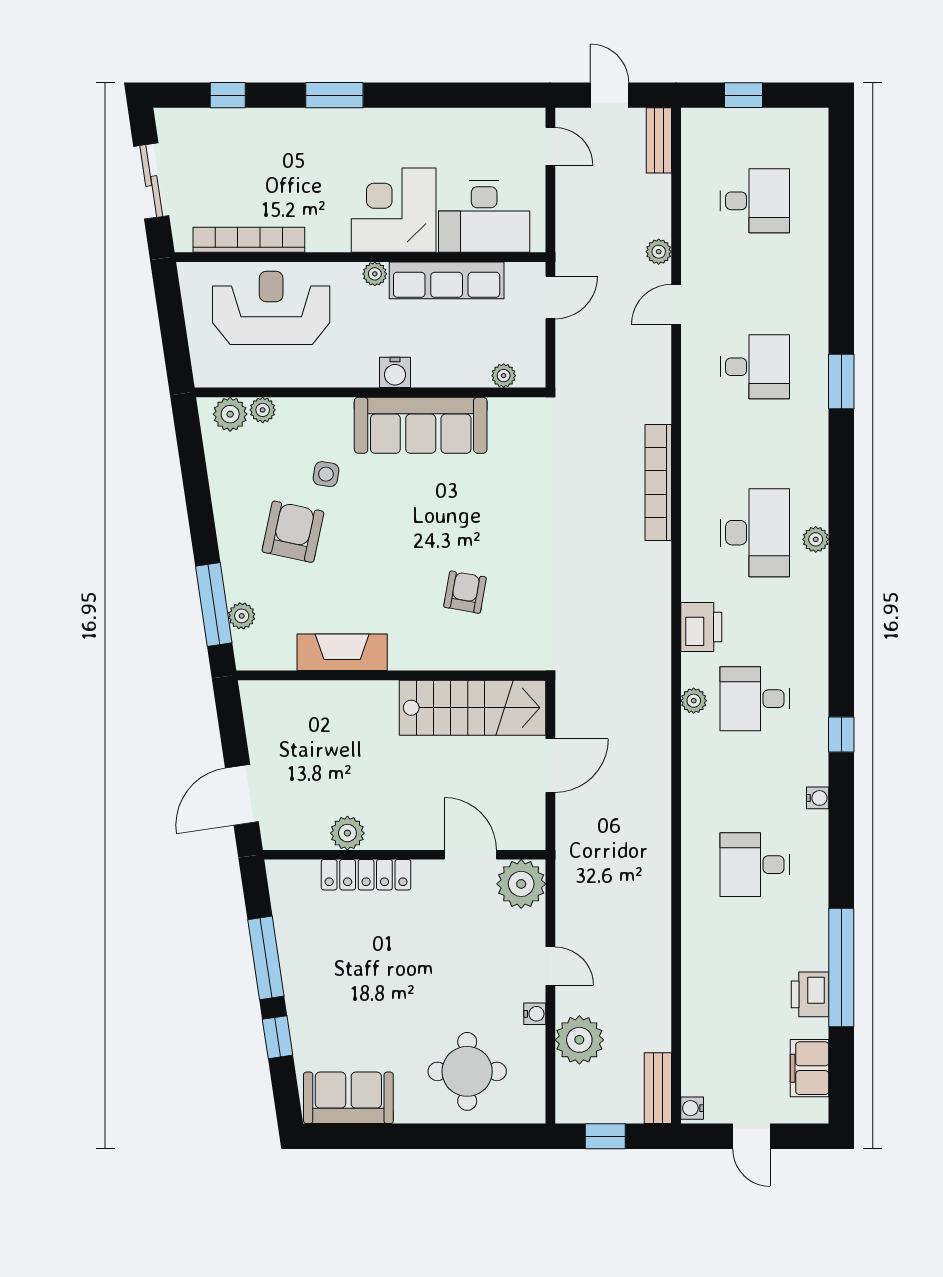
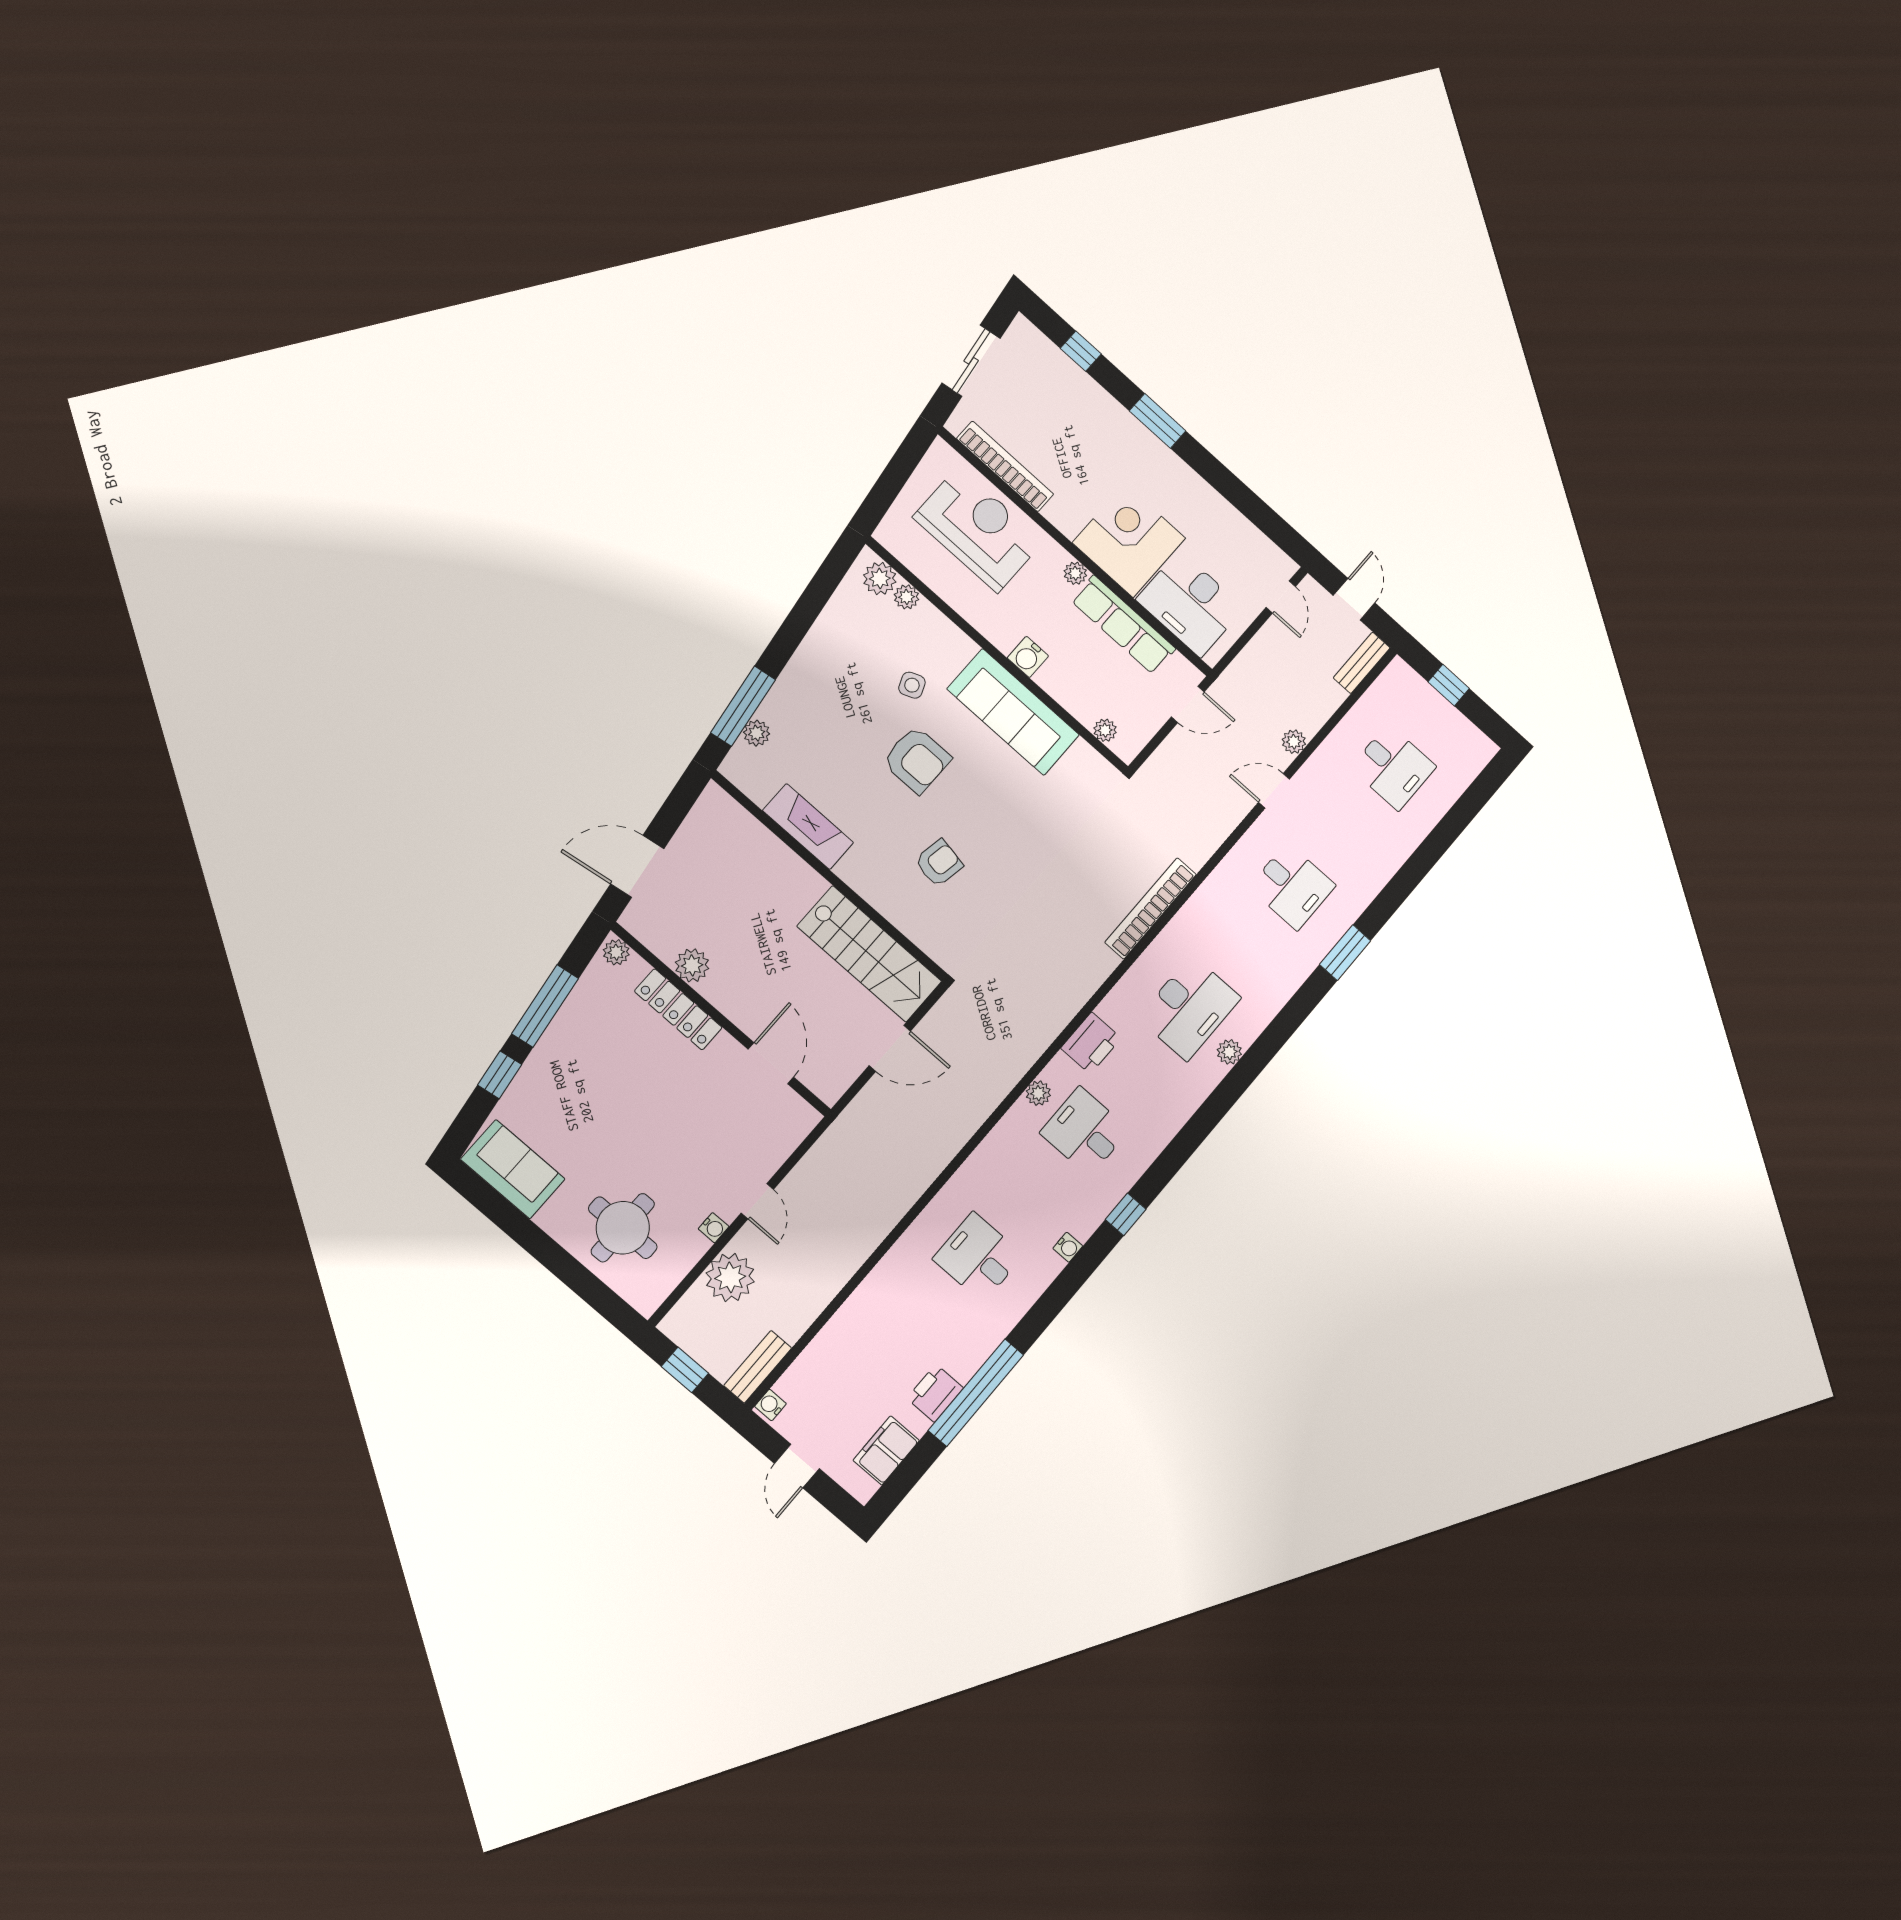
side table: (326, 474) -> (912, 685), turned -31
armchair: (293, 532) -> (917, 760), moved, turned 78
plant: (521, 884) -> (616, 952), moved, width x0.53, depth x0.53

